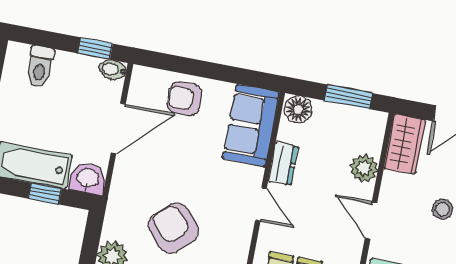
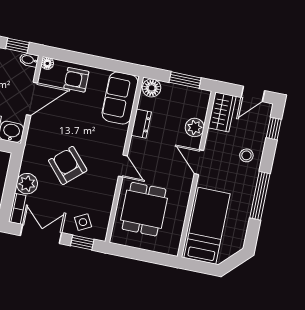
floor lamp: (140, 75) -> (47, 63), added
door: (261, 204) -> (123, 166), moved

